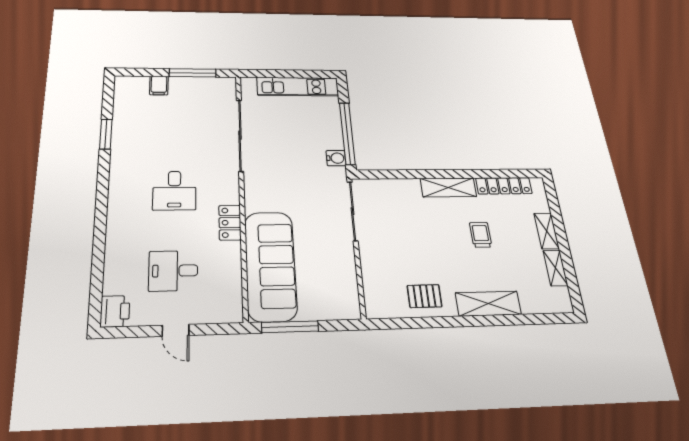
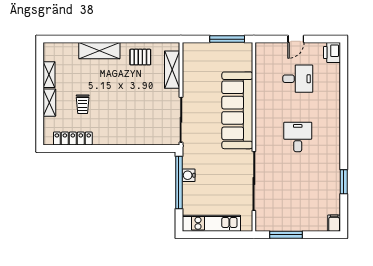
filing cabinet: (159, 86) -> (334, 223), moved
water cooler: (336, 158) -> (189, 175), moved
shelving: (448, 187) -> (172, 70), moved, turned 90
locker: (230, 223) -> (262, 112), removed
trolley: (481, 235) -> (83, 104), moved
sofa: (270, 266) -> (237, 110), moved
door: (176, 330) -> (296, 39), swing flipped

